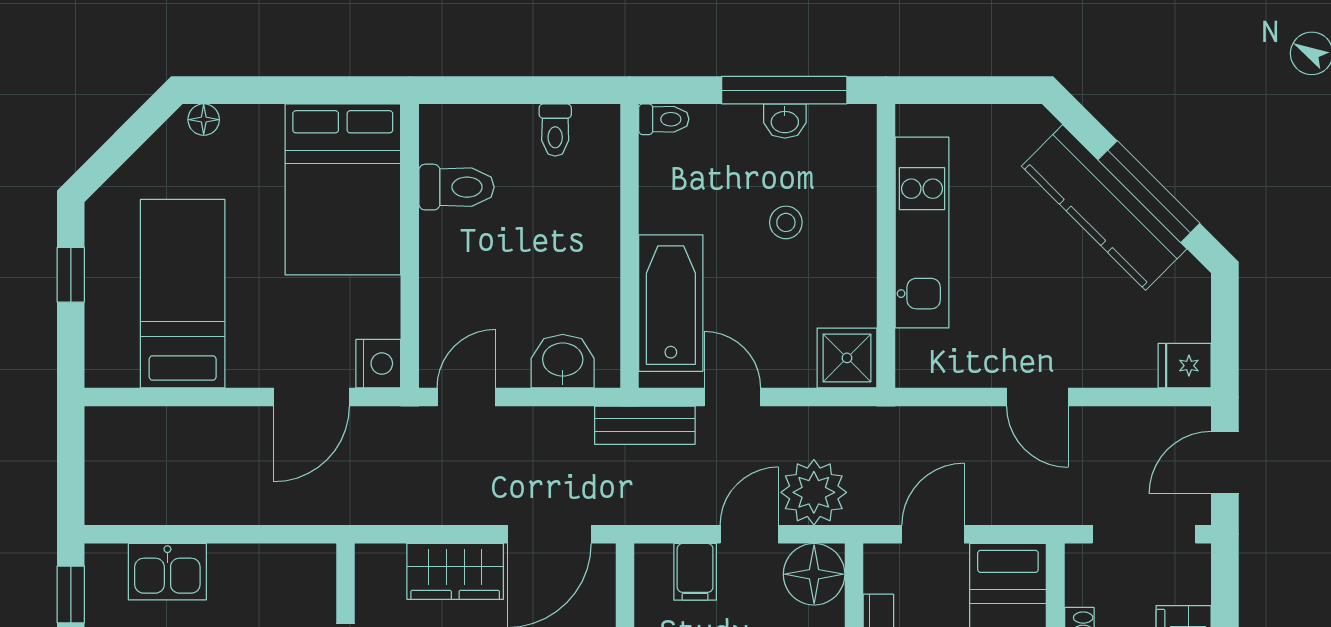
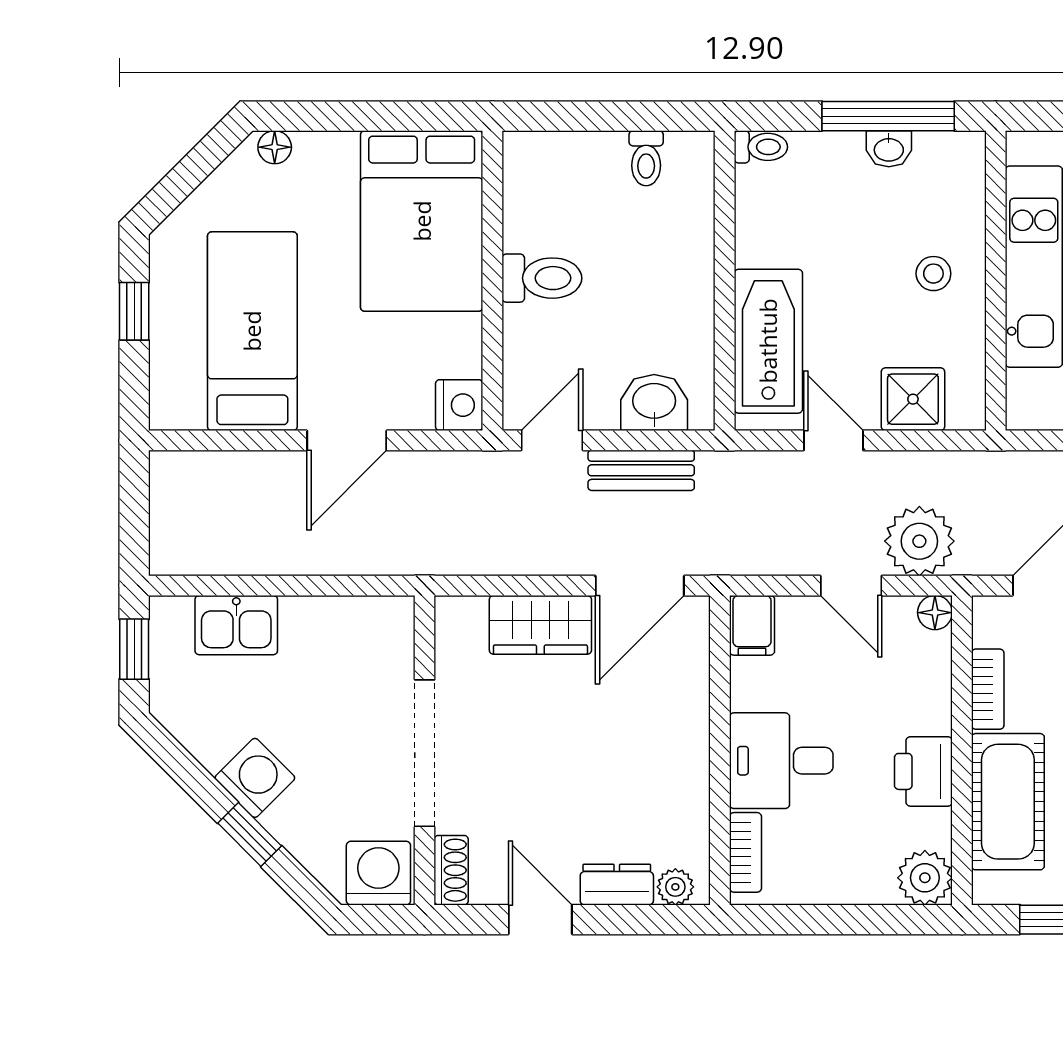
toilet: (457, 187) -> (542, 278), moved
stool: (786, 222) -> (933, 274), moved
shower: (847, 358) -> (913, 399), moved
door: (312, 397) -> (347, 440), moved
bench: (645, 425) -> (641, 470), moved
door: (749, 534) -> (851, 586), swing flipped
filing cabinet: (695, 572) -> (752, 625), moved
floor lamp: (814, 574) -> (935, 613), width x0.53, depth x0.53

